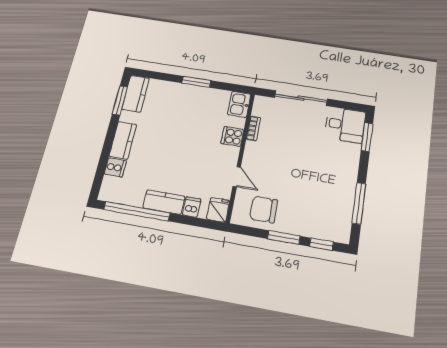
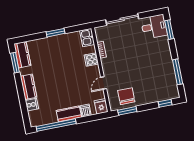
door: (237, 177) -> (104, 83), swing flipped
chair: (264, 209) -> (126, 96), turned 90
window: (284, 237) -> (127, 111), moved

